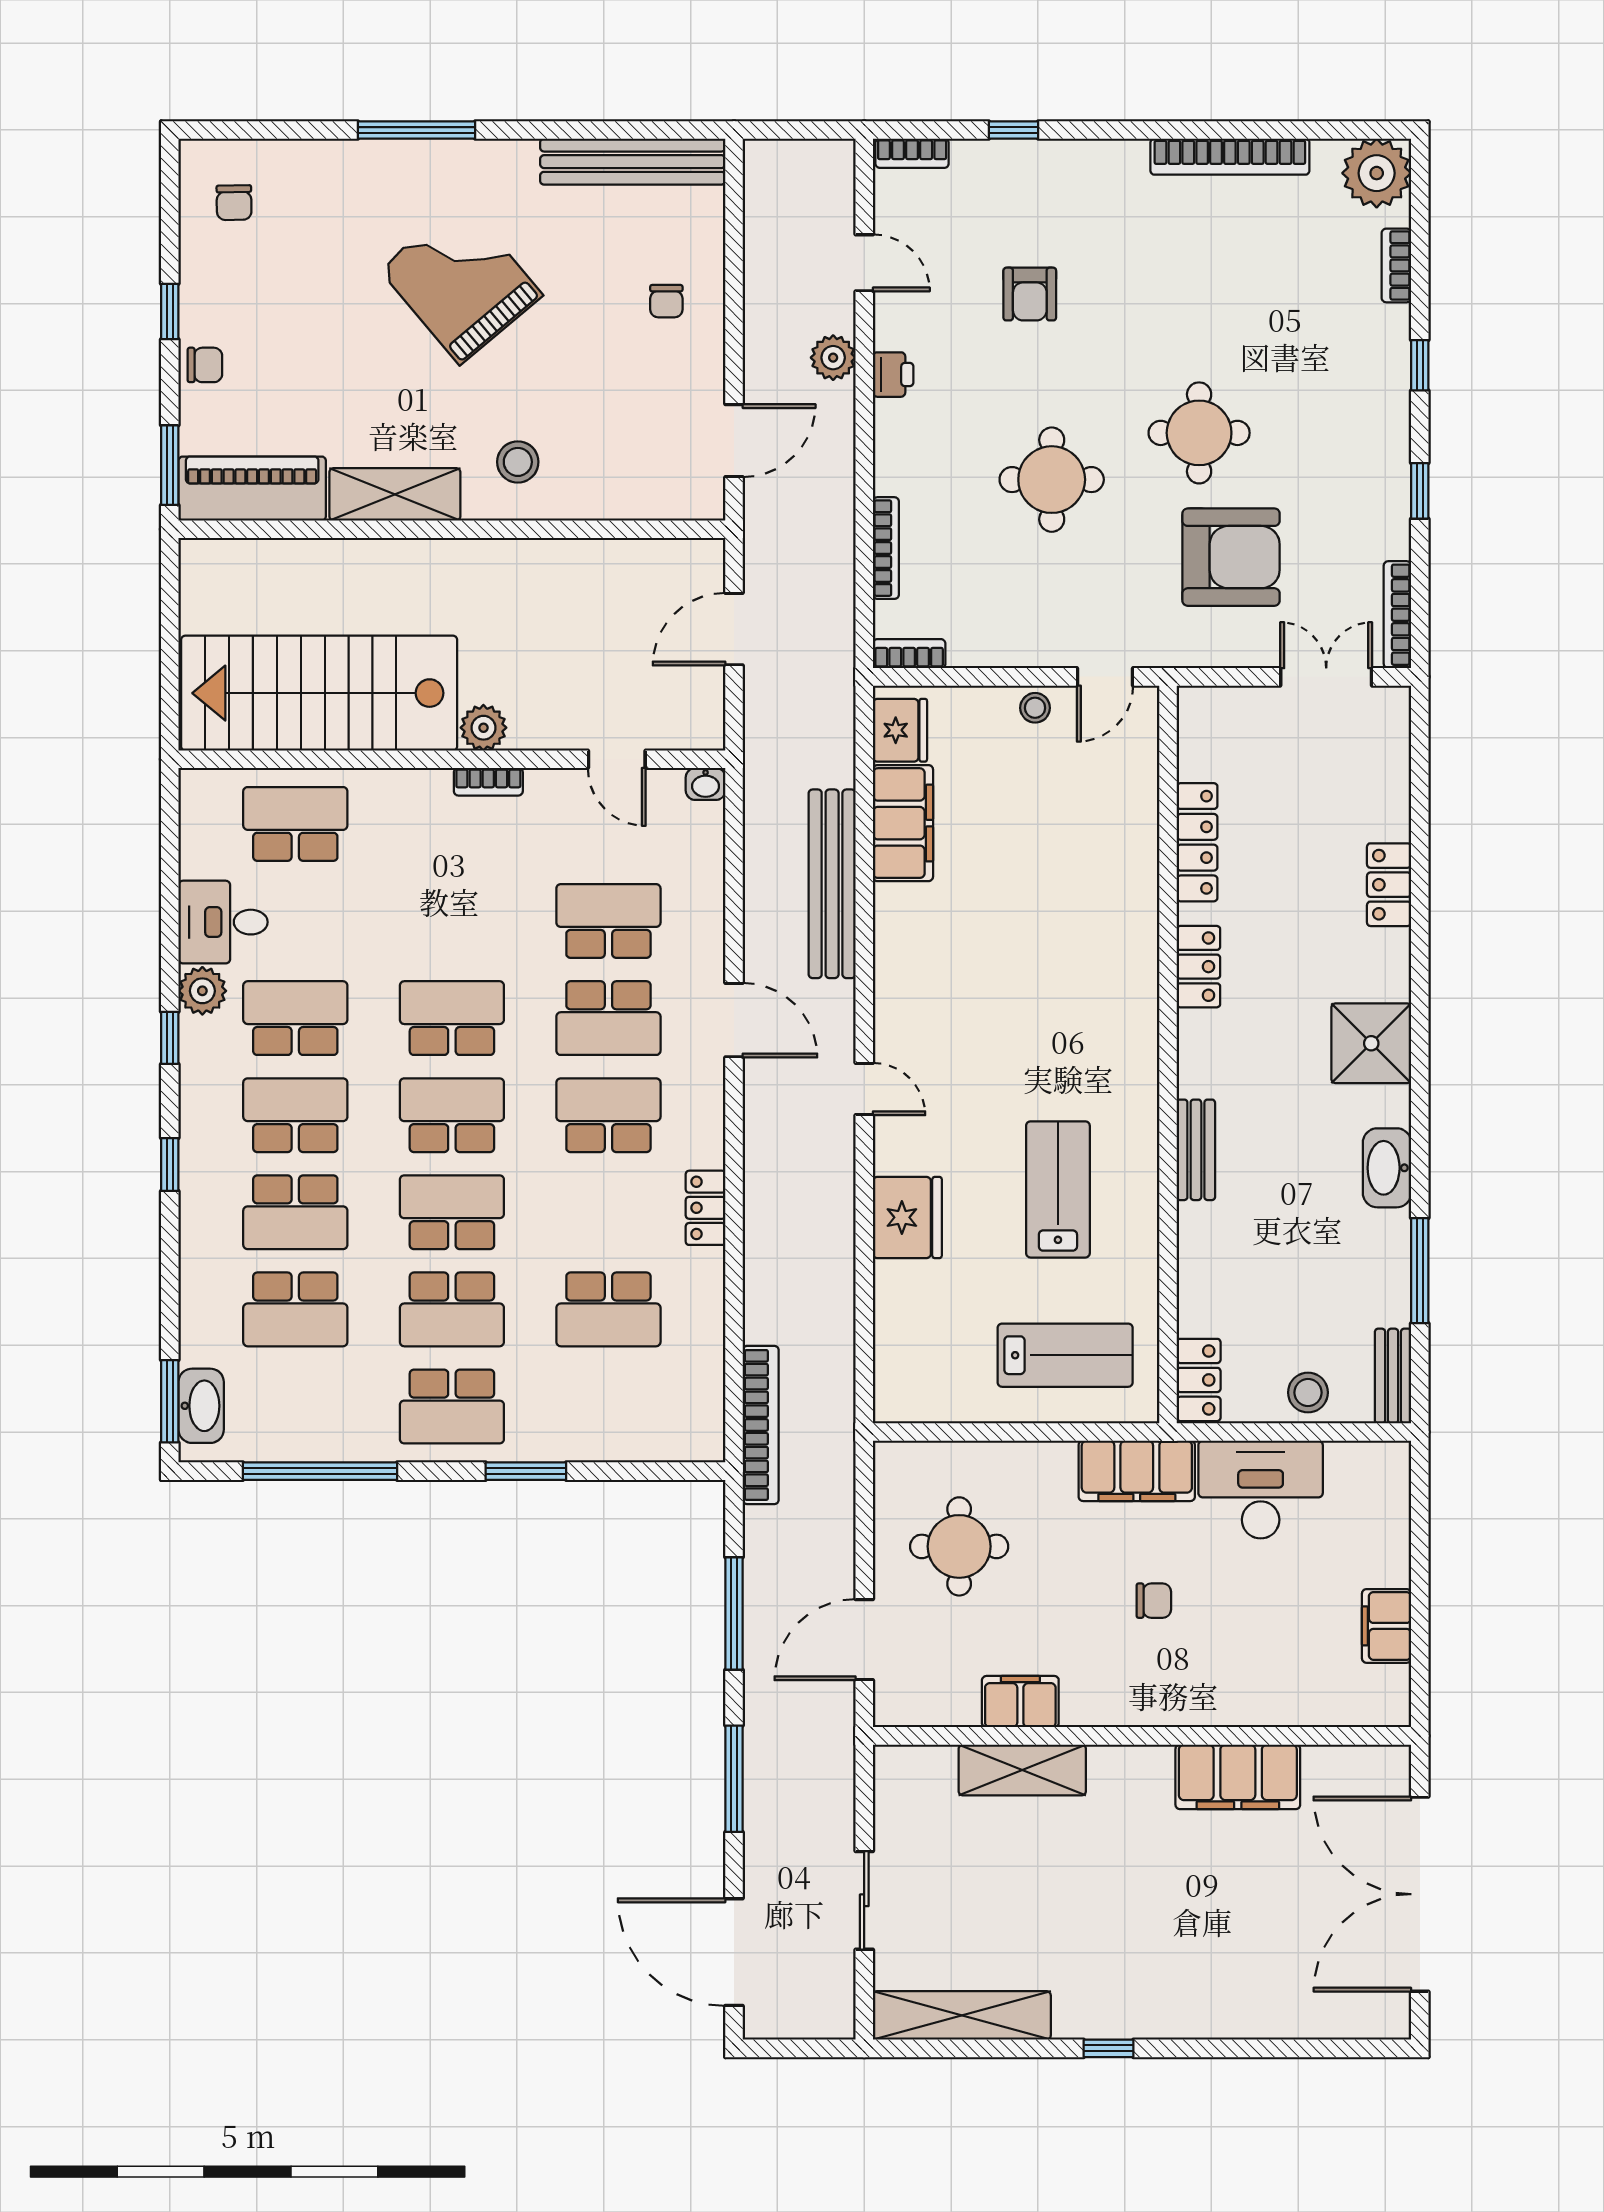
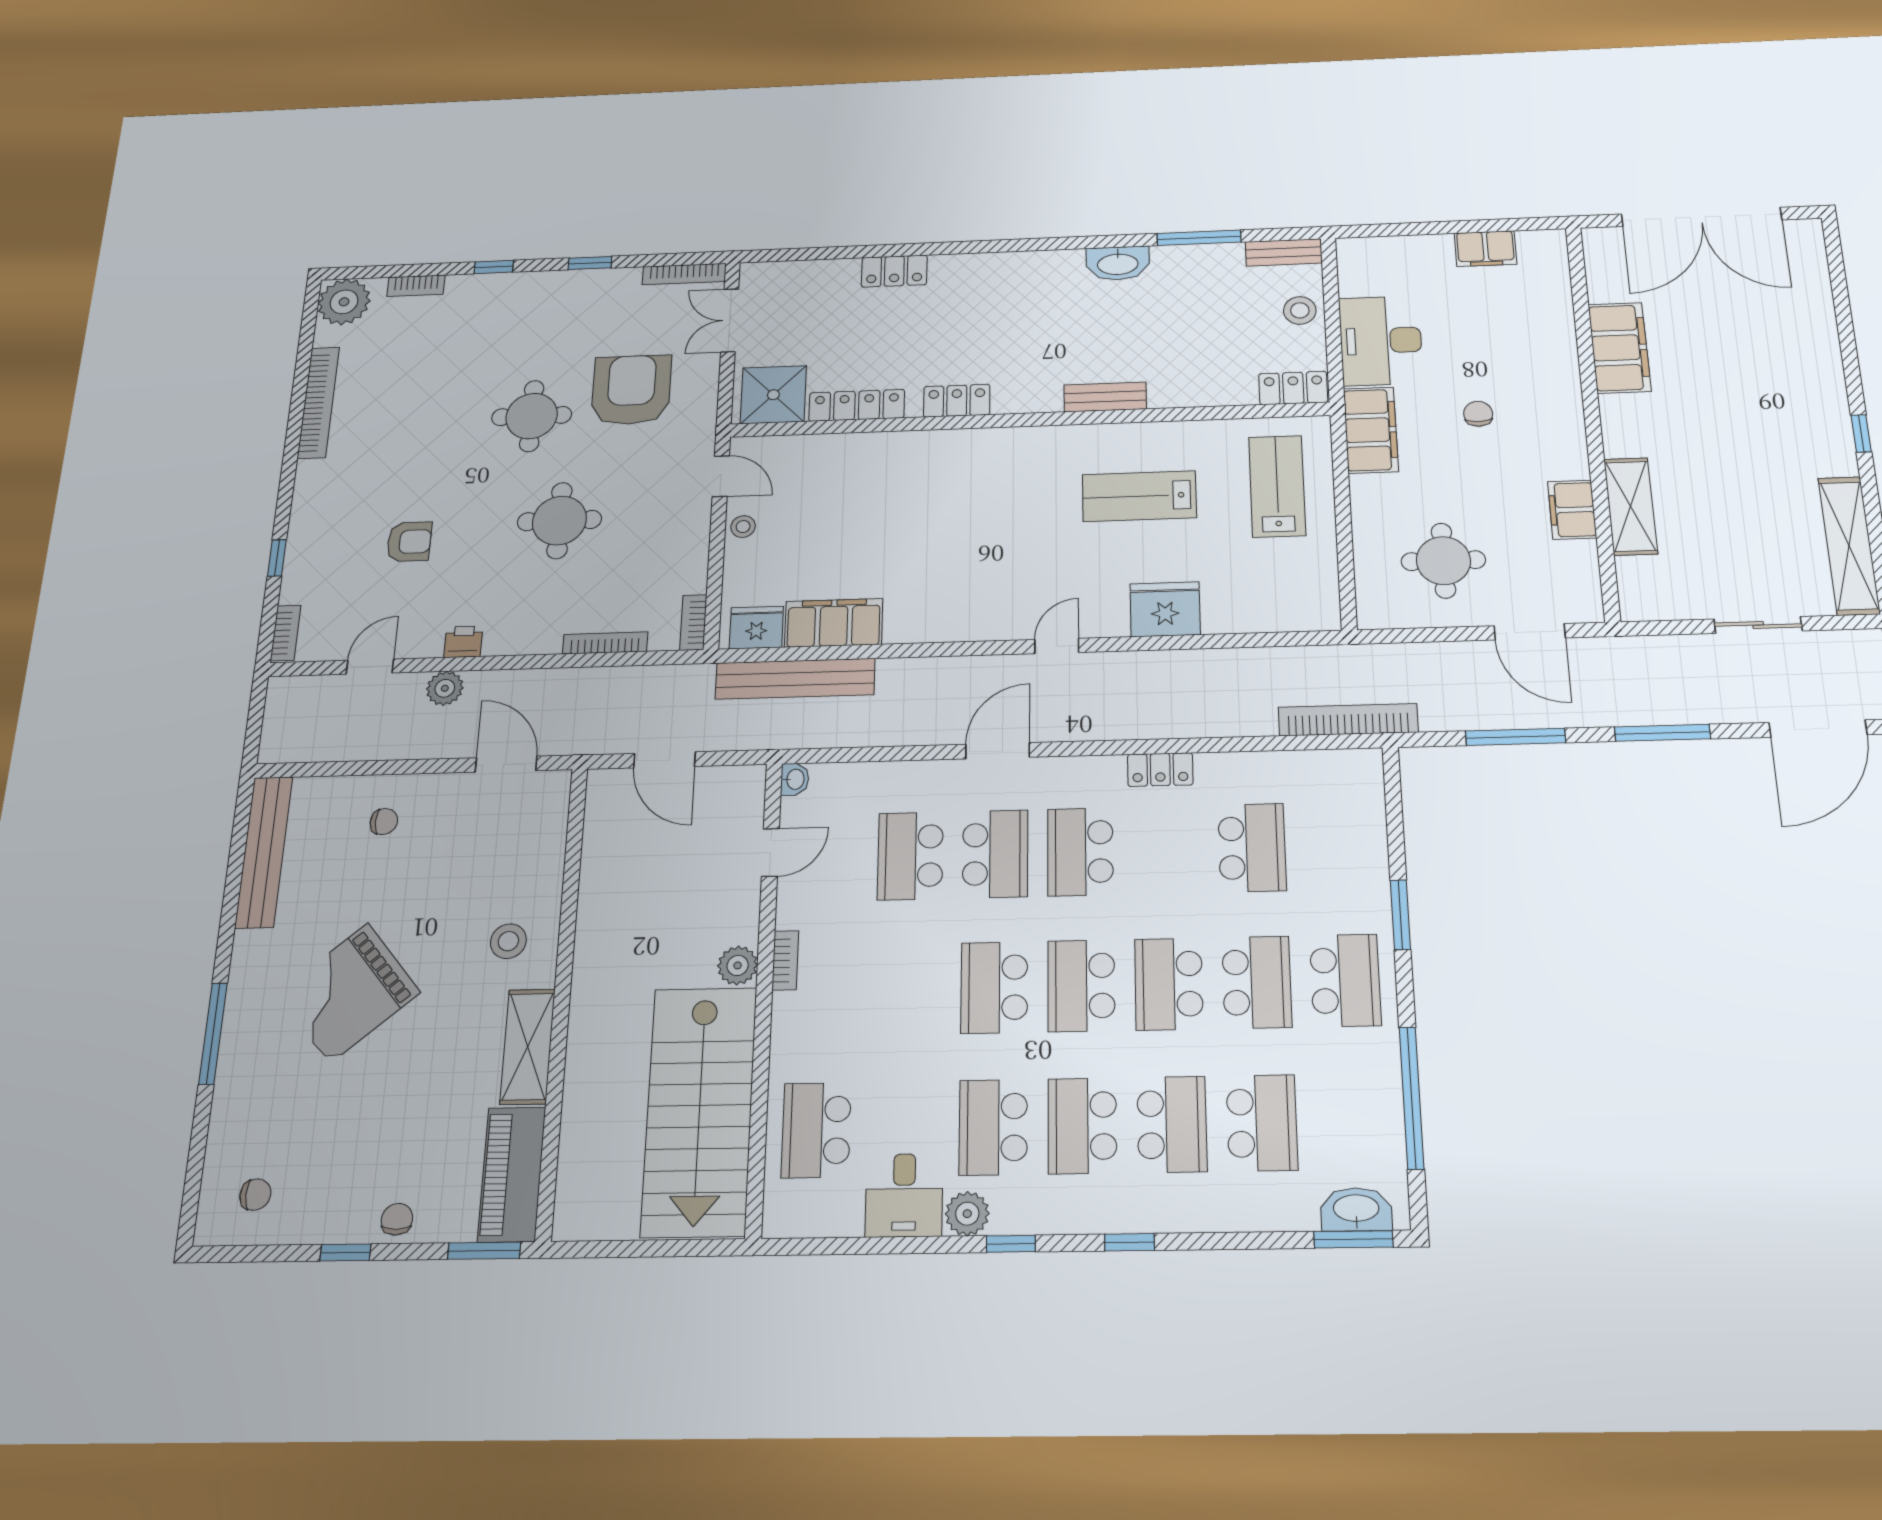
bench: (832, 884) -> (795, 679), moved
shower: (1371, 1043) -> (773, 395), moved

